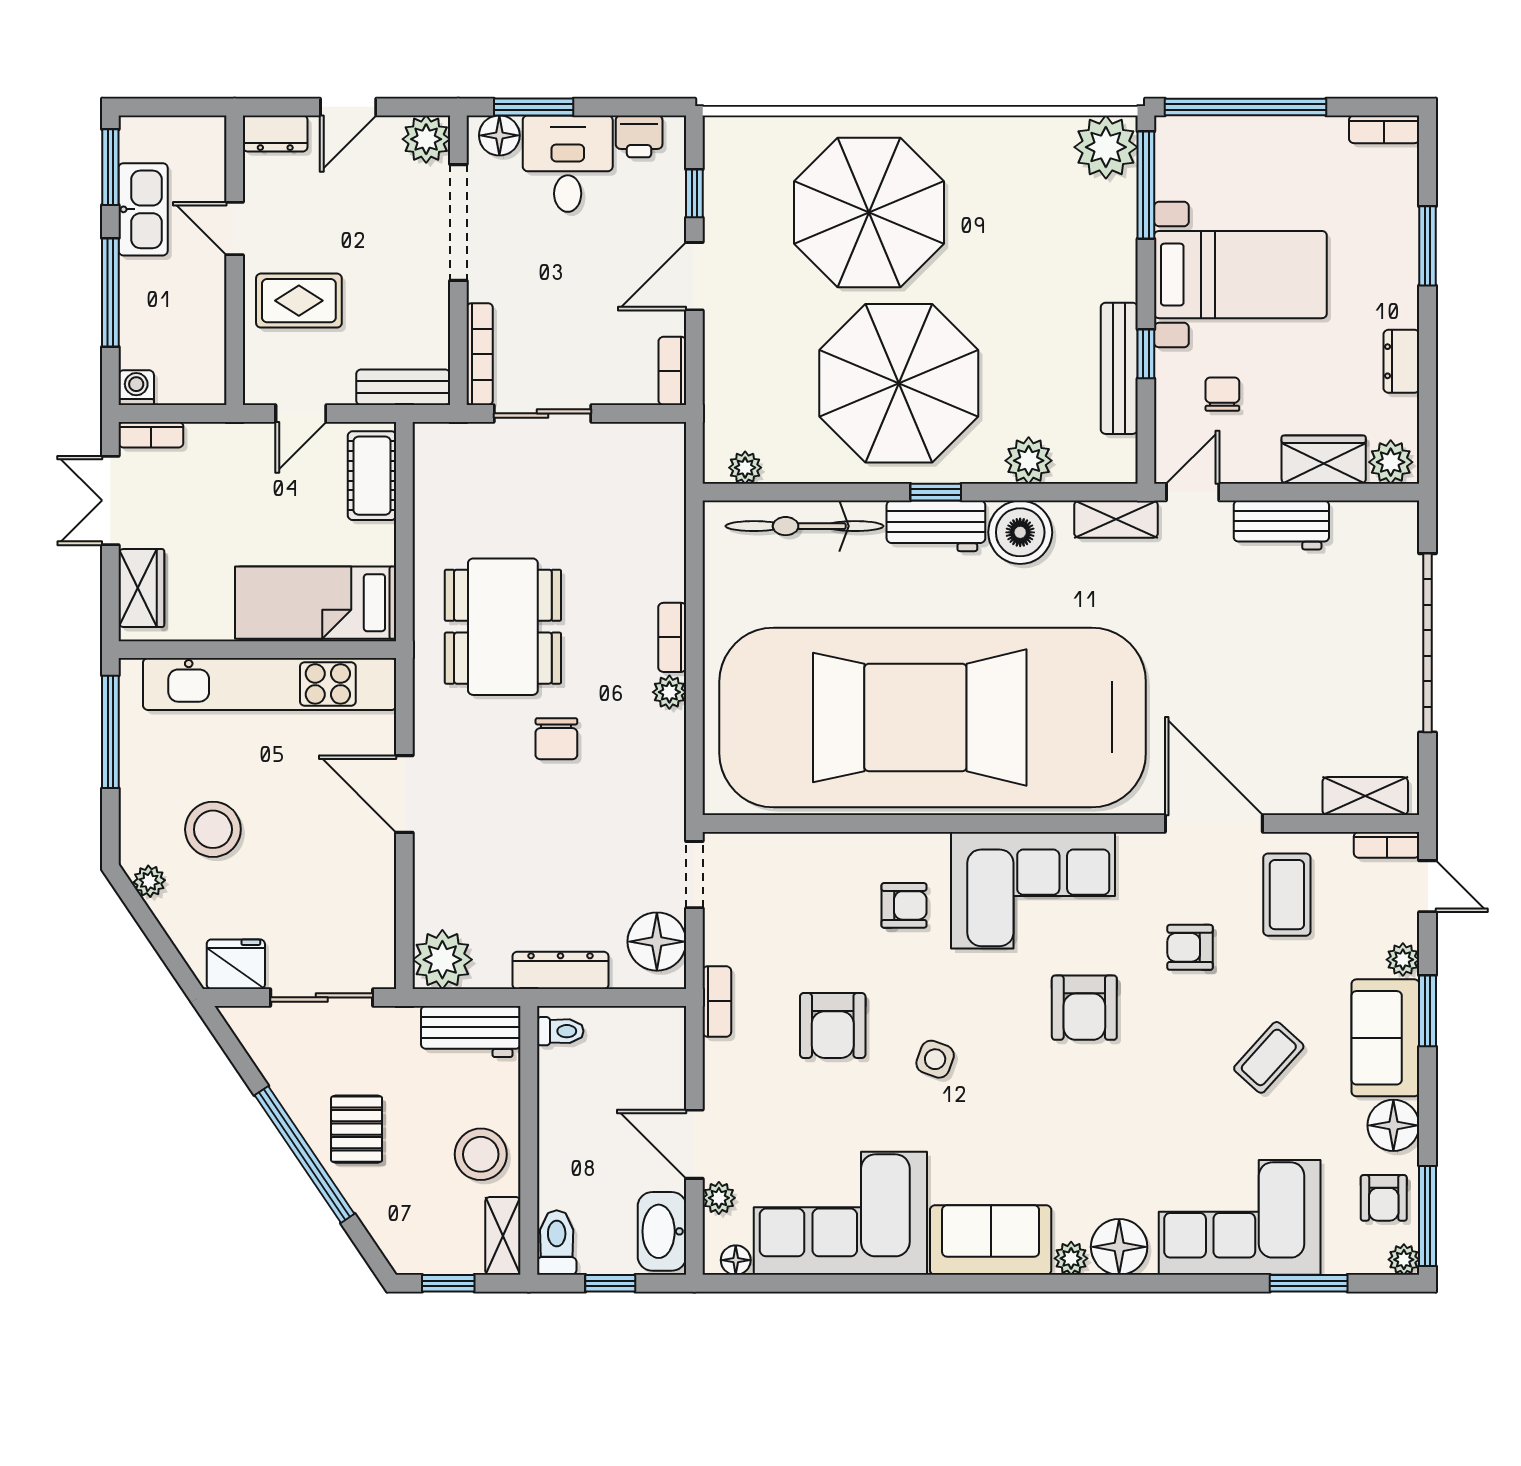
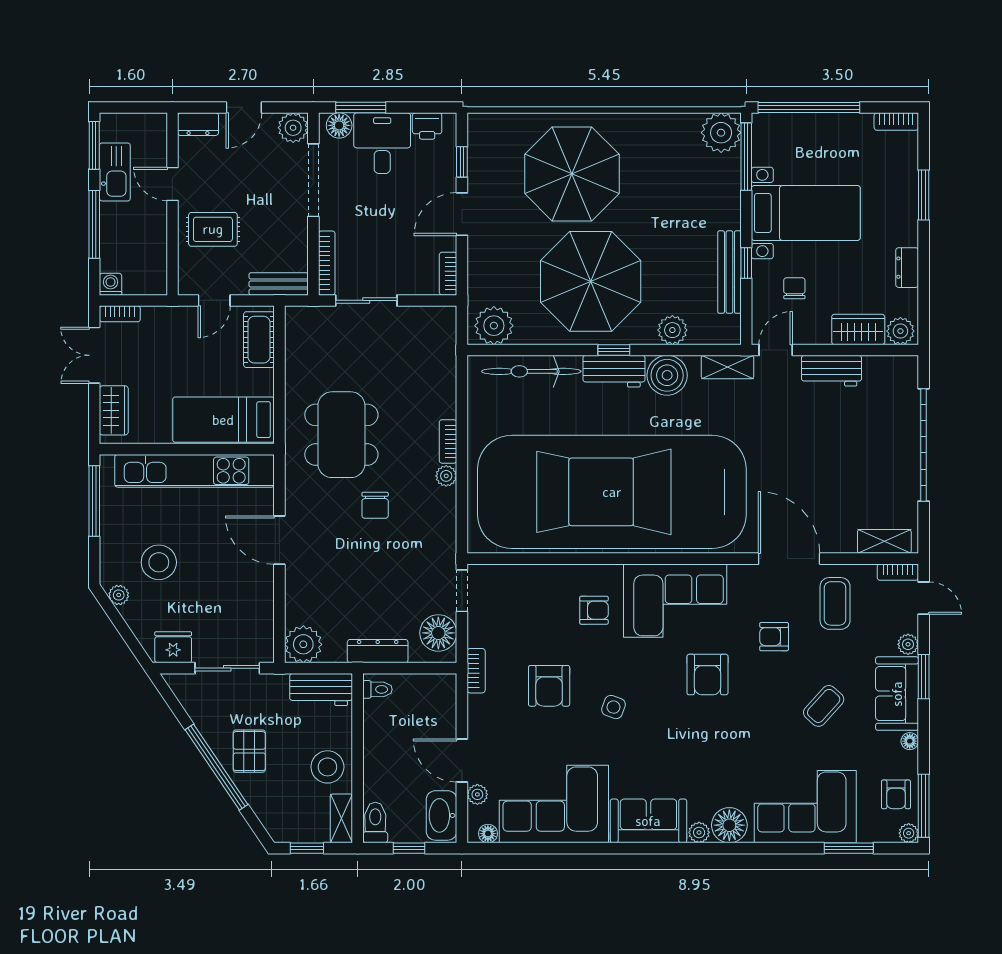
plant: (745, 468) -> (494, 326), width x1.88, depth x1.88
floor lamp: (1393, 1125) -> (910, 741), width x0.53, depth x0.53

